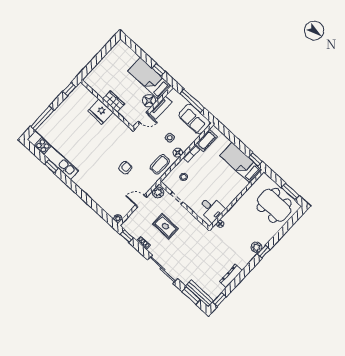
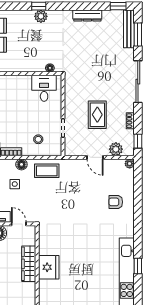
wardrobe: (114, 101) -> (29, 264), width x1.50
armchair: (125, 168) -> (116, 202), moved
plant: (158, 192) -> (116, 149), moved

